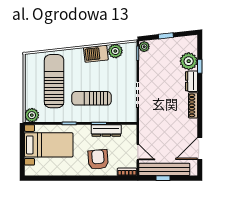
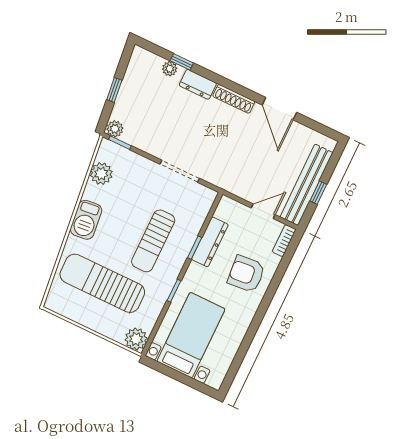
barbecue: (96, 54) -> (86, 220), moved
plant: (189, 61) -> (170, 69), width x0.53, depth x0.53
door: (200, 149) -> (279, 109), moved

